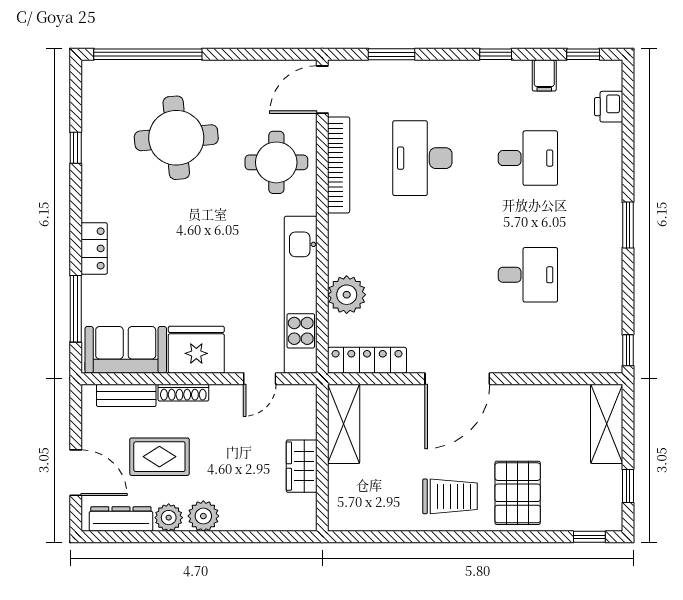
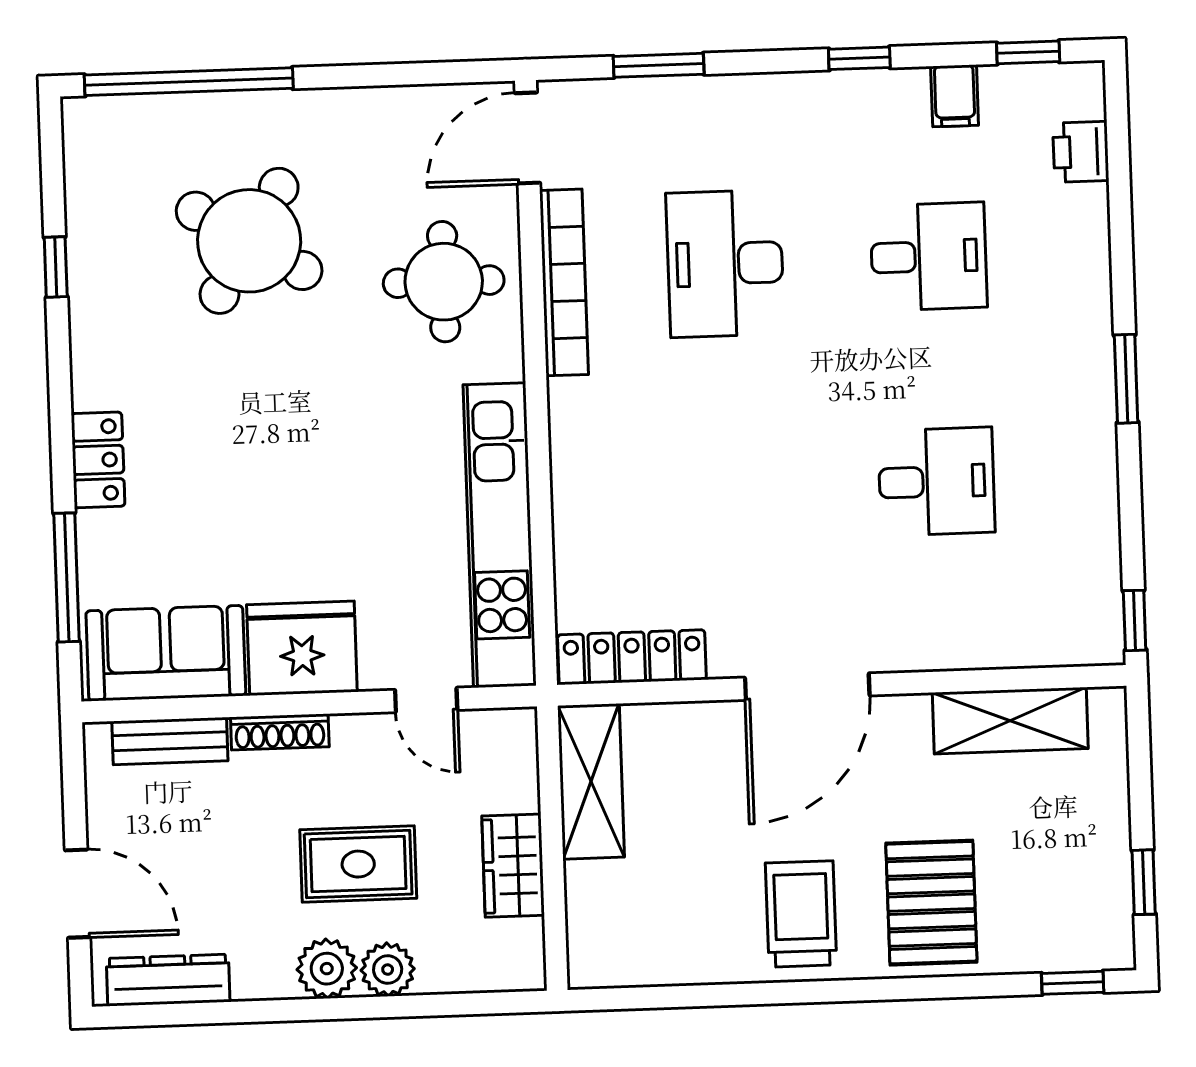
round table: (176, 138) -> (249, 241), turned 36
plant: (347, 295) -> (588, 532), removed
door: (260, 379) -> (426, 700), hinge flipped
shelving: (607, 424) -> (1010, 721), moved, turned 90
rug: (159, 457) -> (358, 864), moved
trolley: (450, 496) -> (801, 914), turned -90
plant: (169, 518) -> (388, 970), moved

